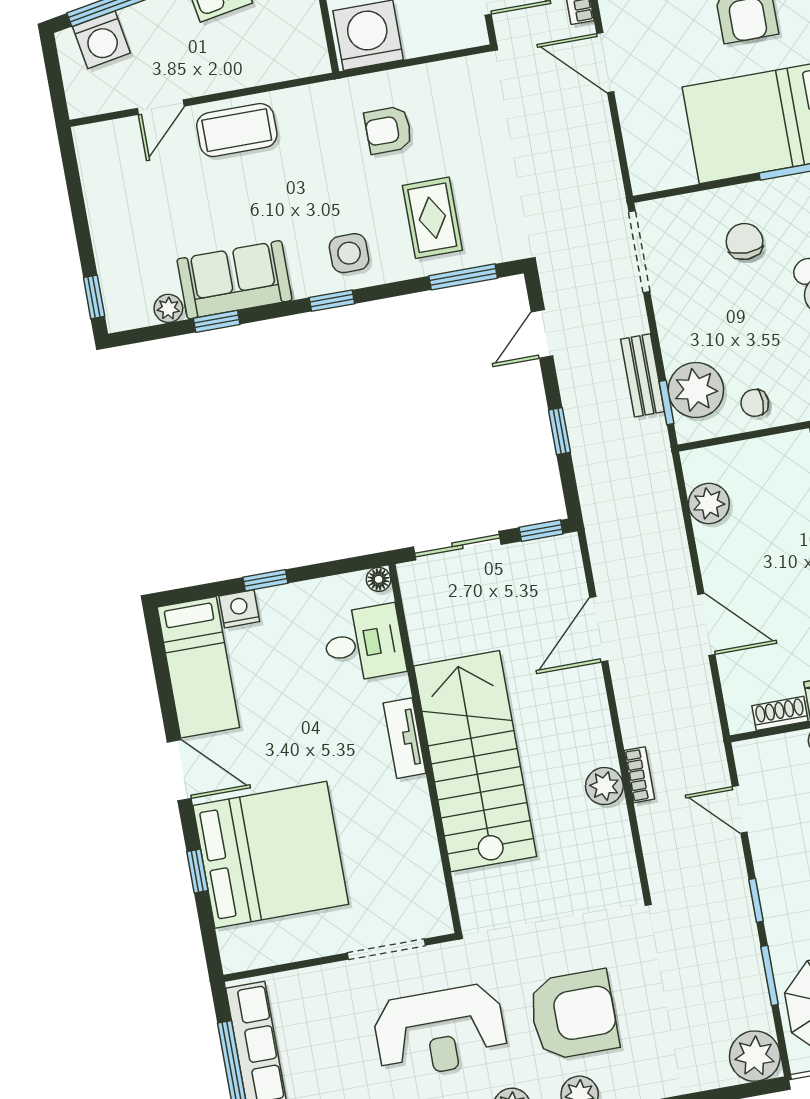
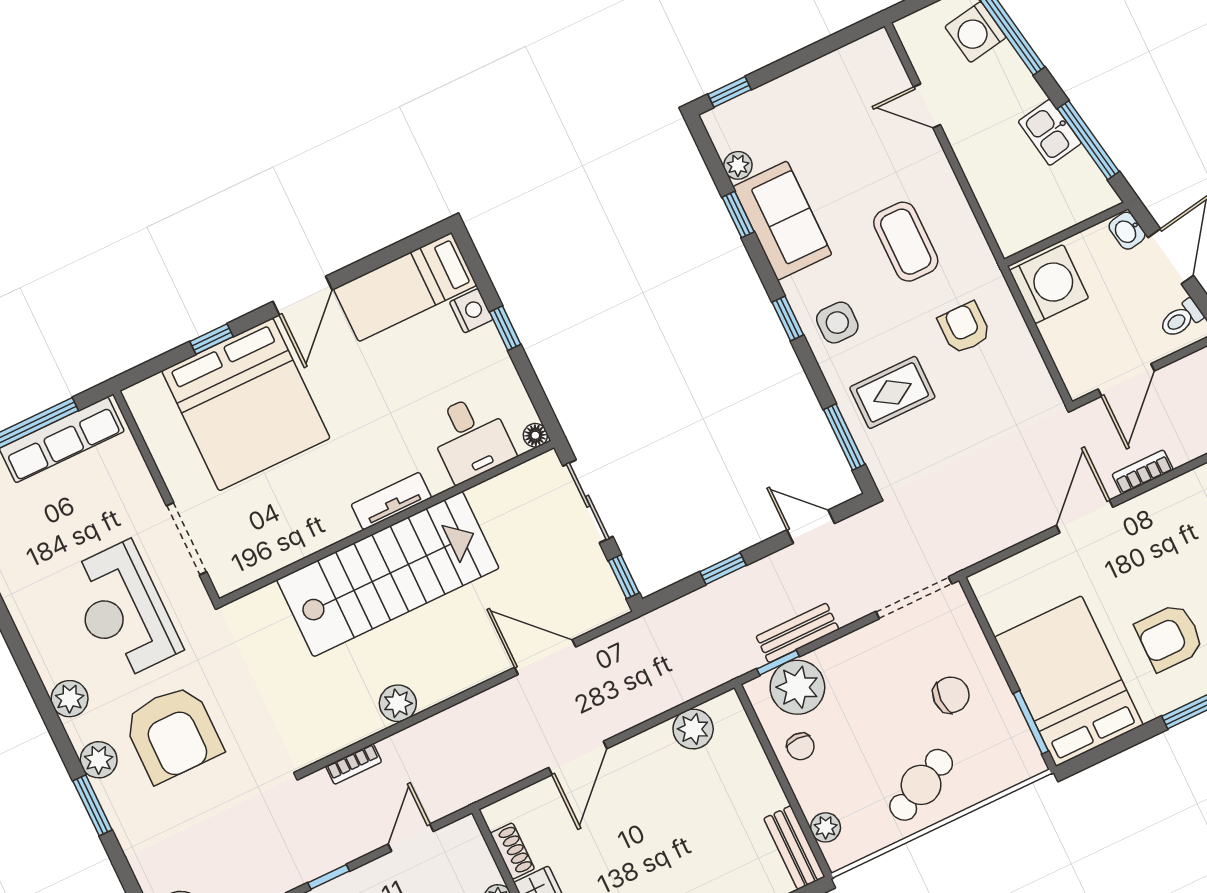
coffee table: (237, 130) -> (906, 242), moved
chair: (755, 403) -> (801, 746), turned 180
bookcase: (639, 775) -> (354, 764), moved

